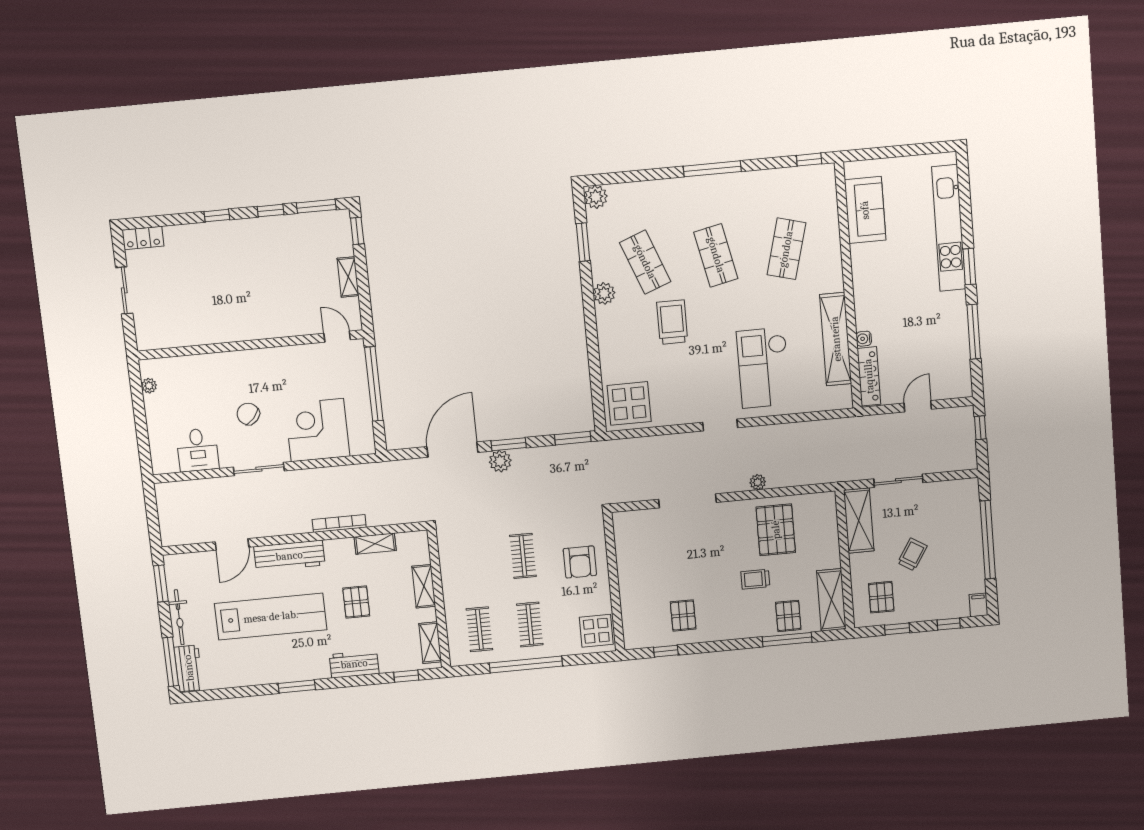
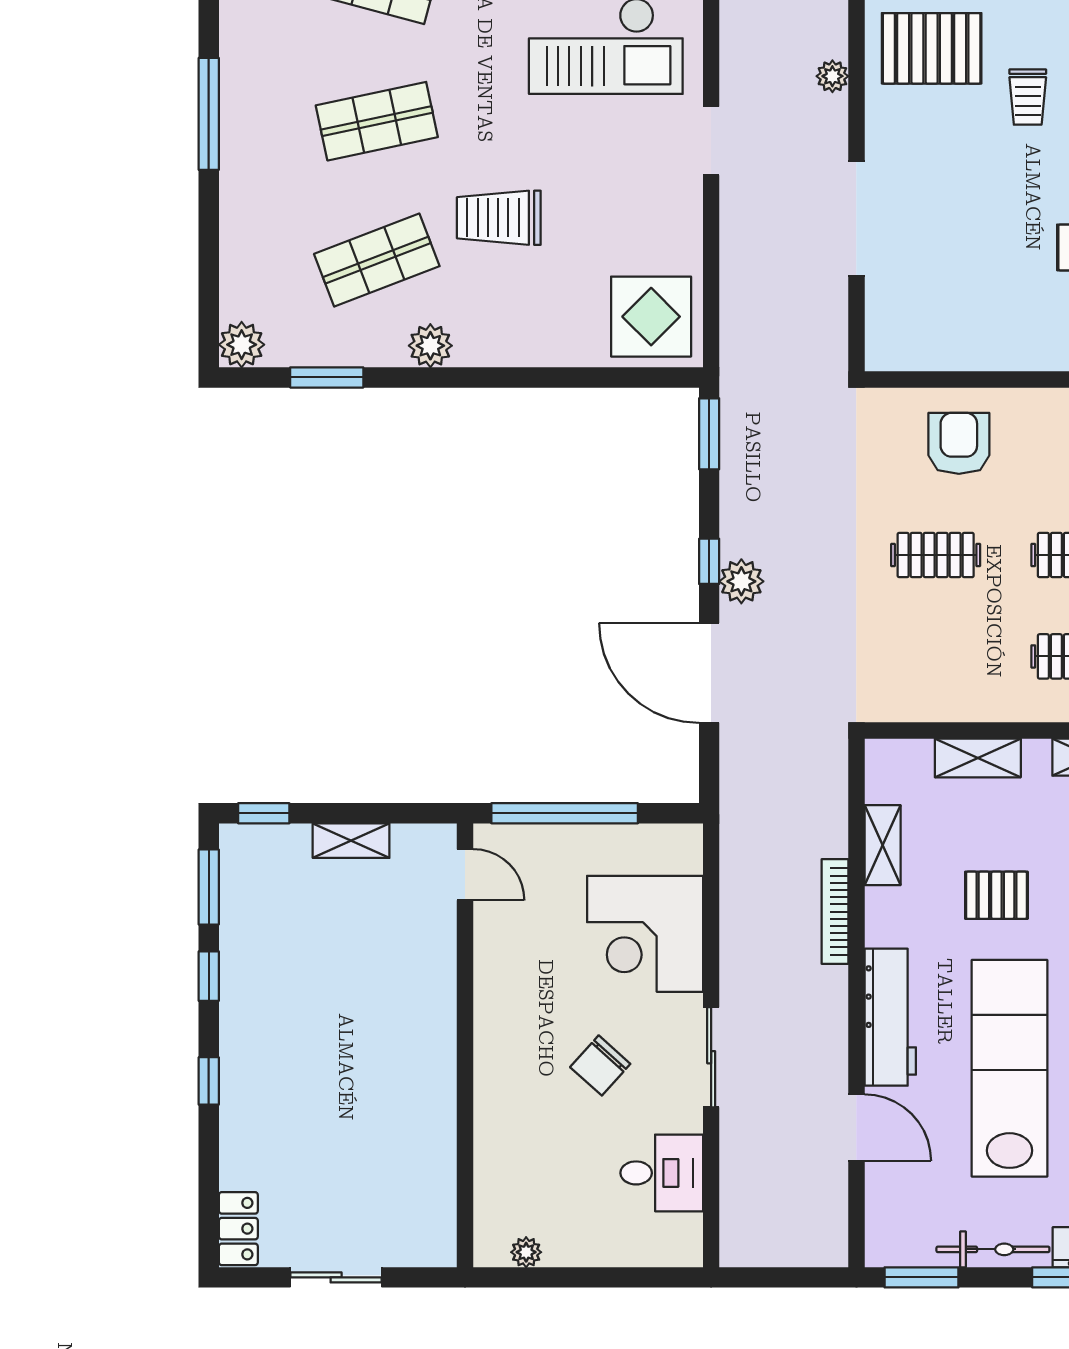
door: (337, 337) -> (465, 875), swing flipped
window: (509, 444) -> (709, 561), width x0.67
armchair: (580, 562) -> (959, 443), turned -90

